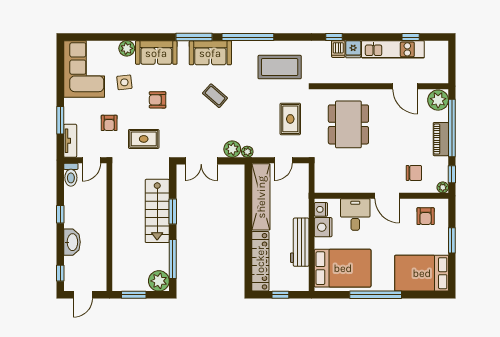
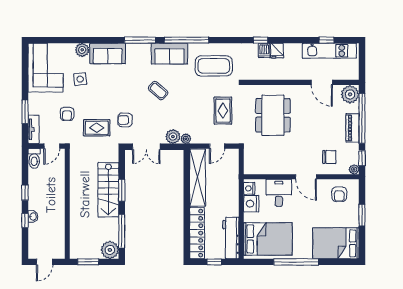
kitchen unit: (393, 49) -> (329, 51), moved
sofa: (210, 53) -> (169, 54), moved
armchair: (158, 100) -> (125, 120), moved
washbasin: (72, 242) -> (33, 217), width x0.52, depth x0.69
workbench: (300, 242) -> (231, 238), moved
window: (60, 273) -> (25, 221), moved

